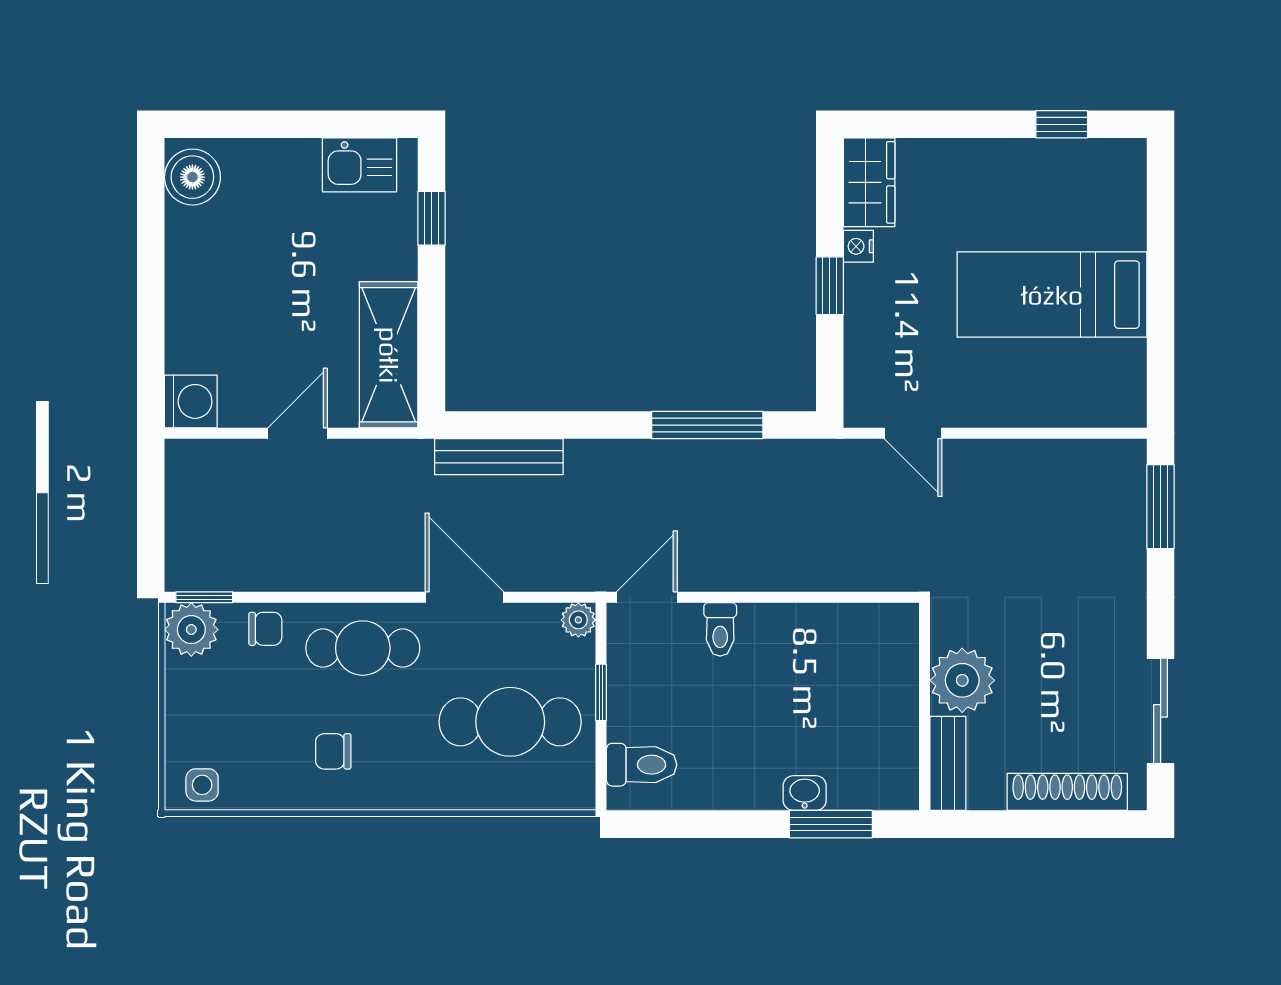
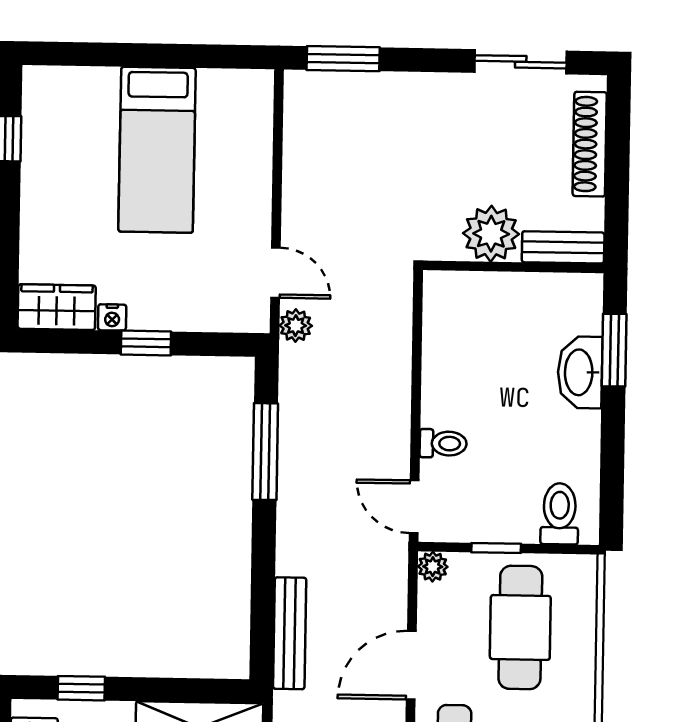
door: (913, 433) -> (275, 273), hinge flipped
plant: (853, 458) -> (296, 326), added
washbasin: (805, 793) -> (580, 372), width x1.91, depth x1.45

